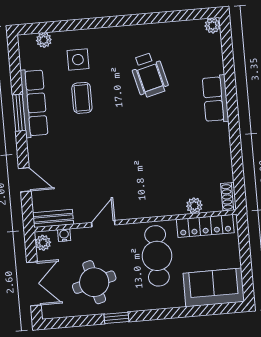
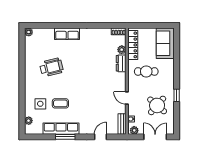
dresser: (168, 207) -> (121, 63), added
cafe table: (157, 256) -> (146, 71), width x0.73, depth x0.74
round table: (94, 282) -> (157, 105), turned -35

